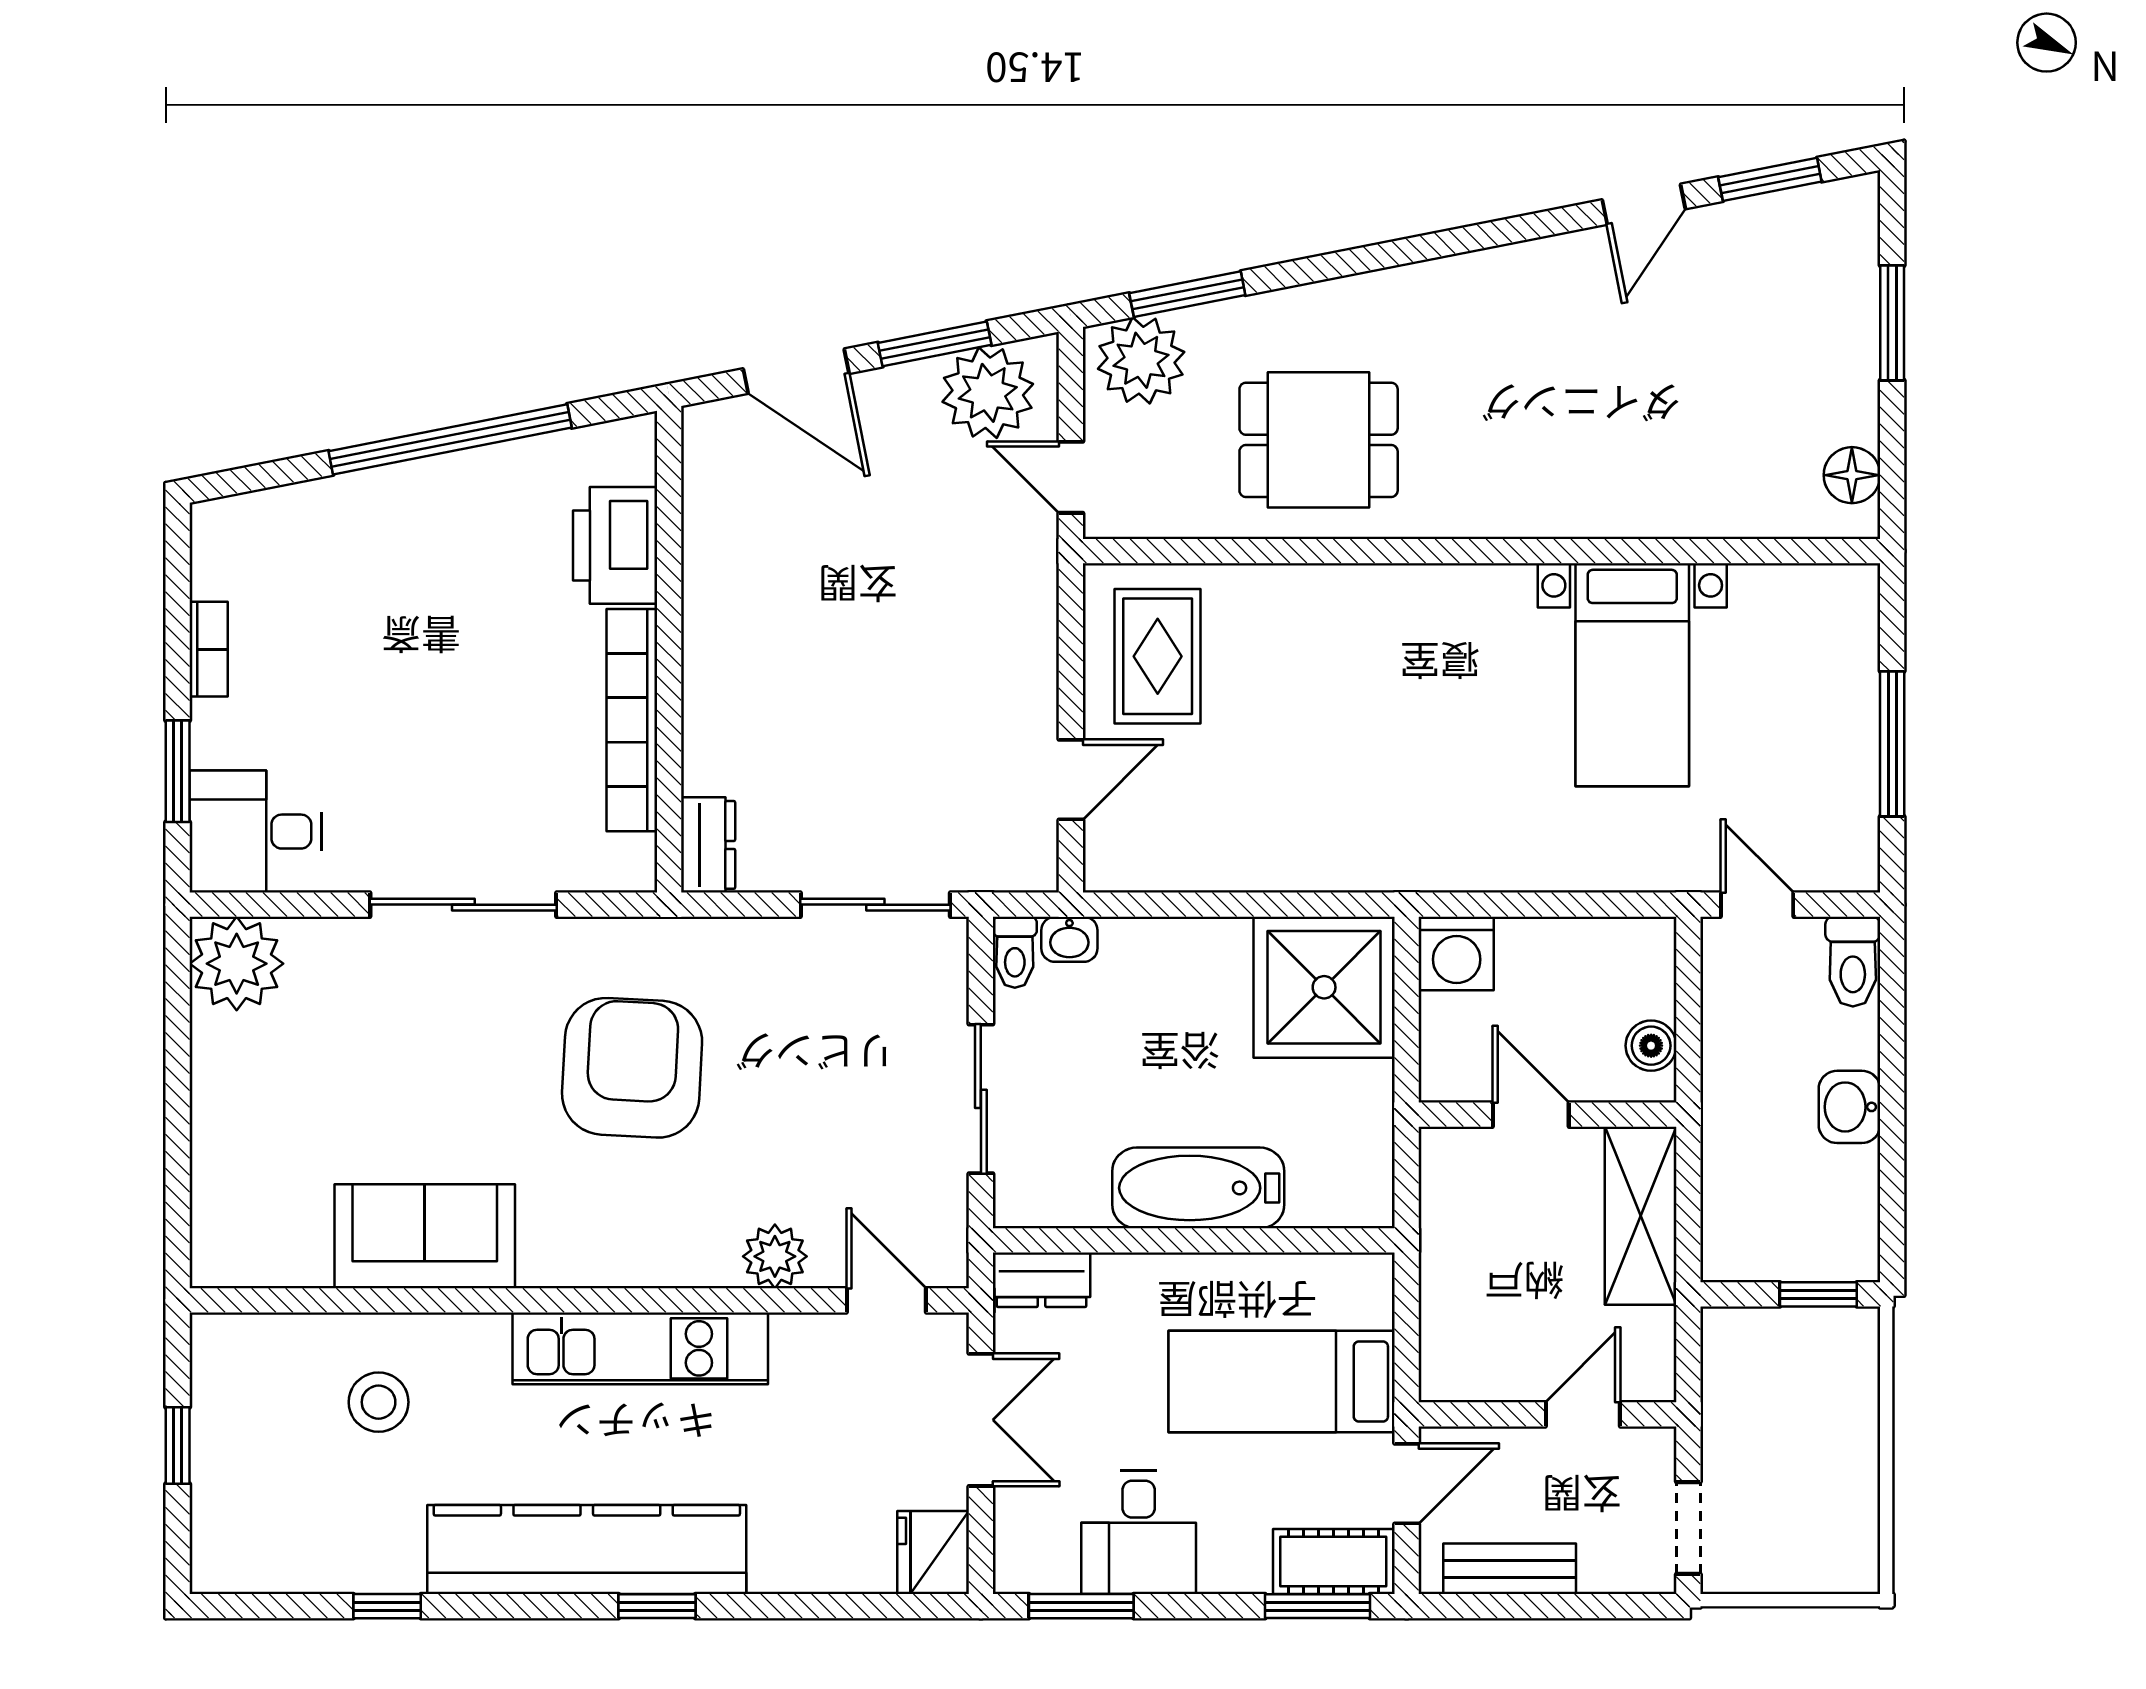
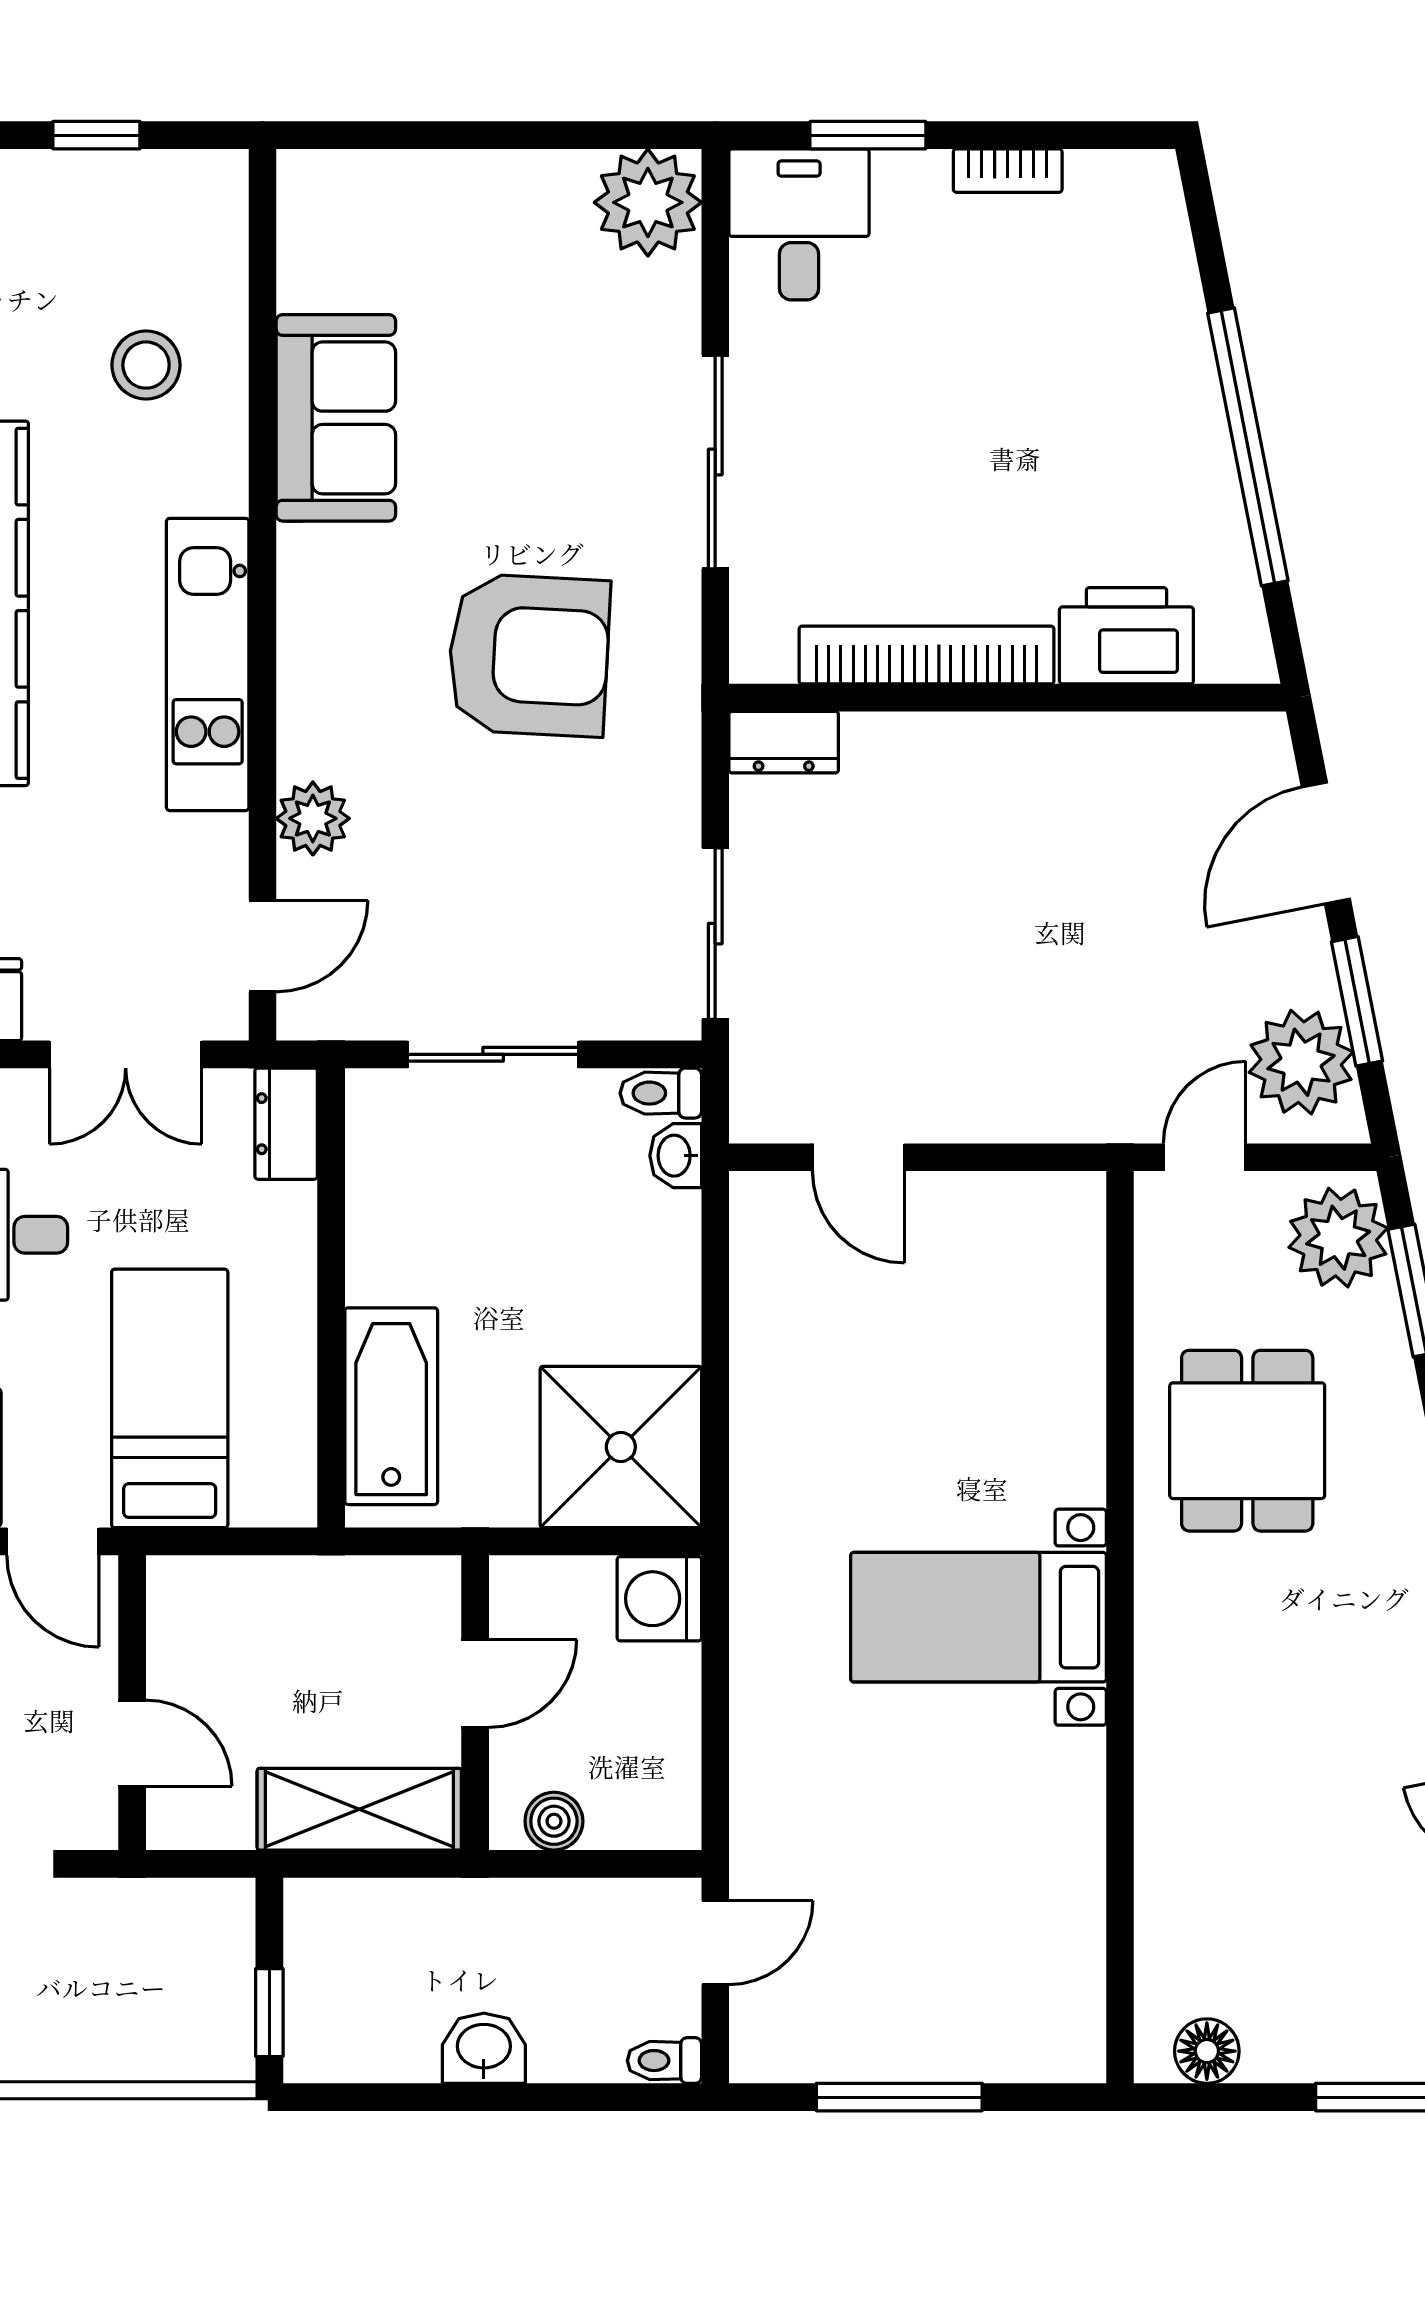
rug: (1158, 656) -> (1000, 1256), removed
bed with nightstands: (1632, 675) -> (978, 1617), moved
toilet: (1853, 962) -> (664, 2061), width x0.73, depth x0.72
bathtub: (1198, 1188) -> (391, 1406), moved

